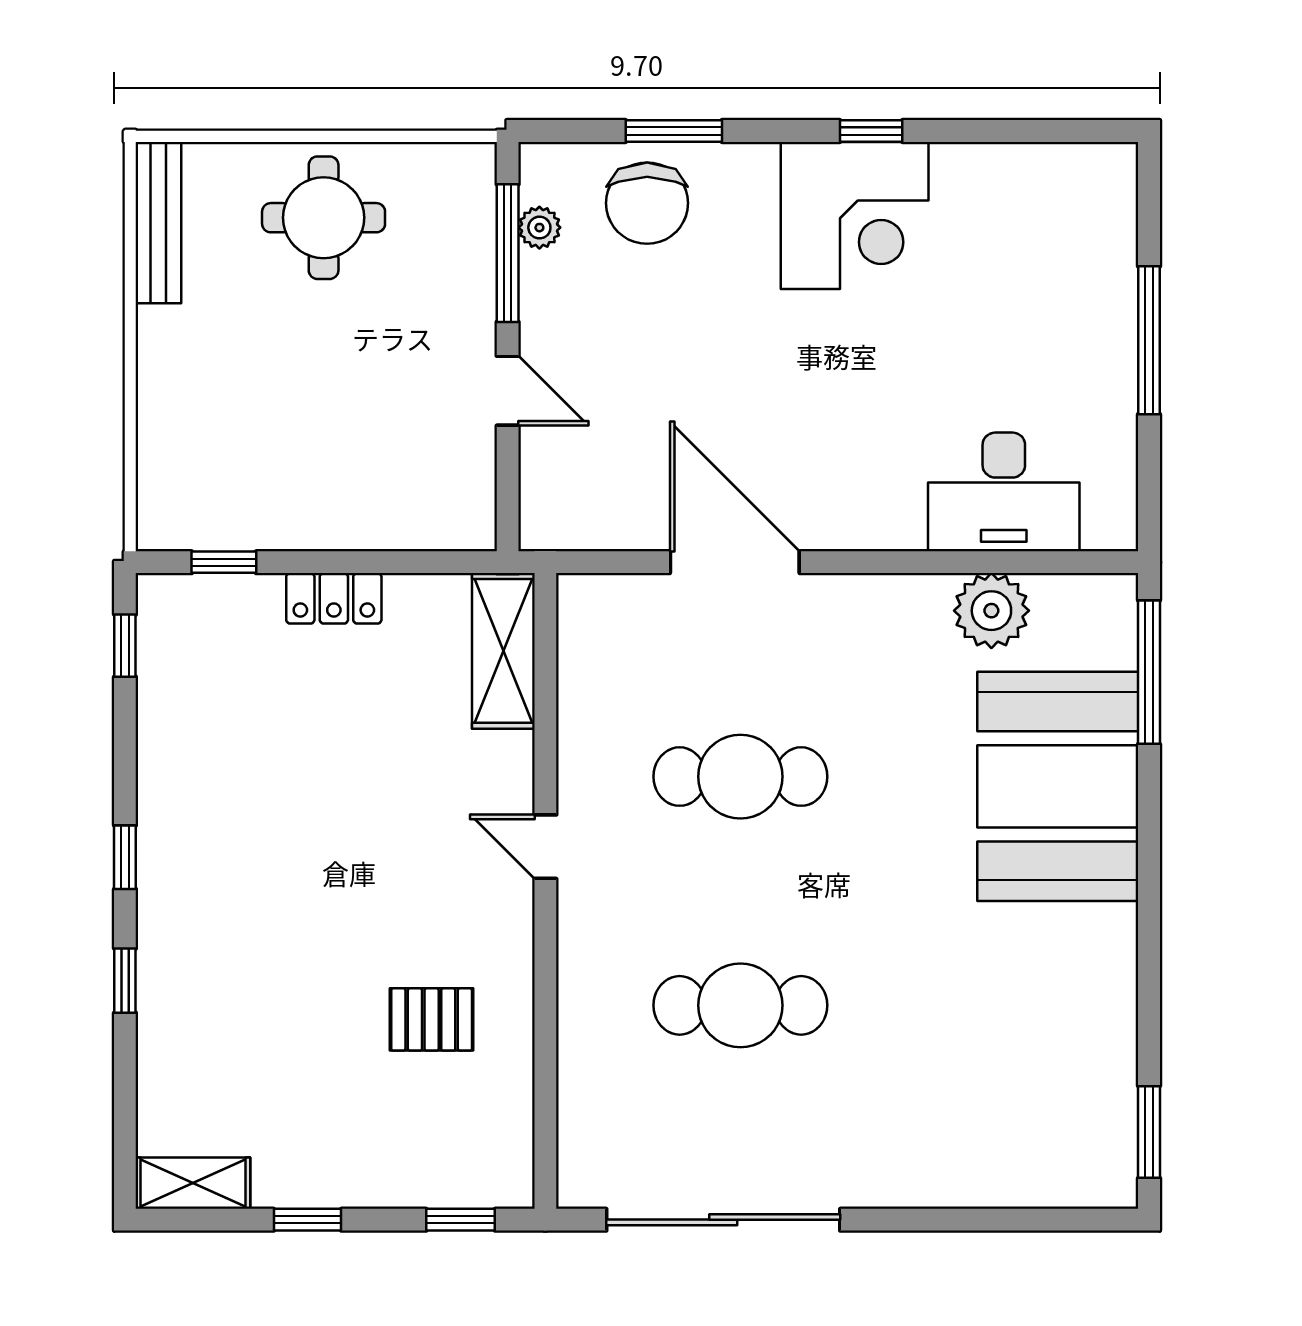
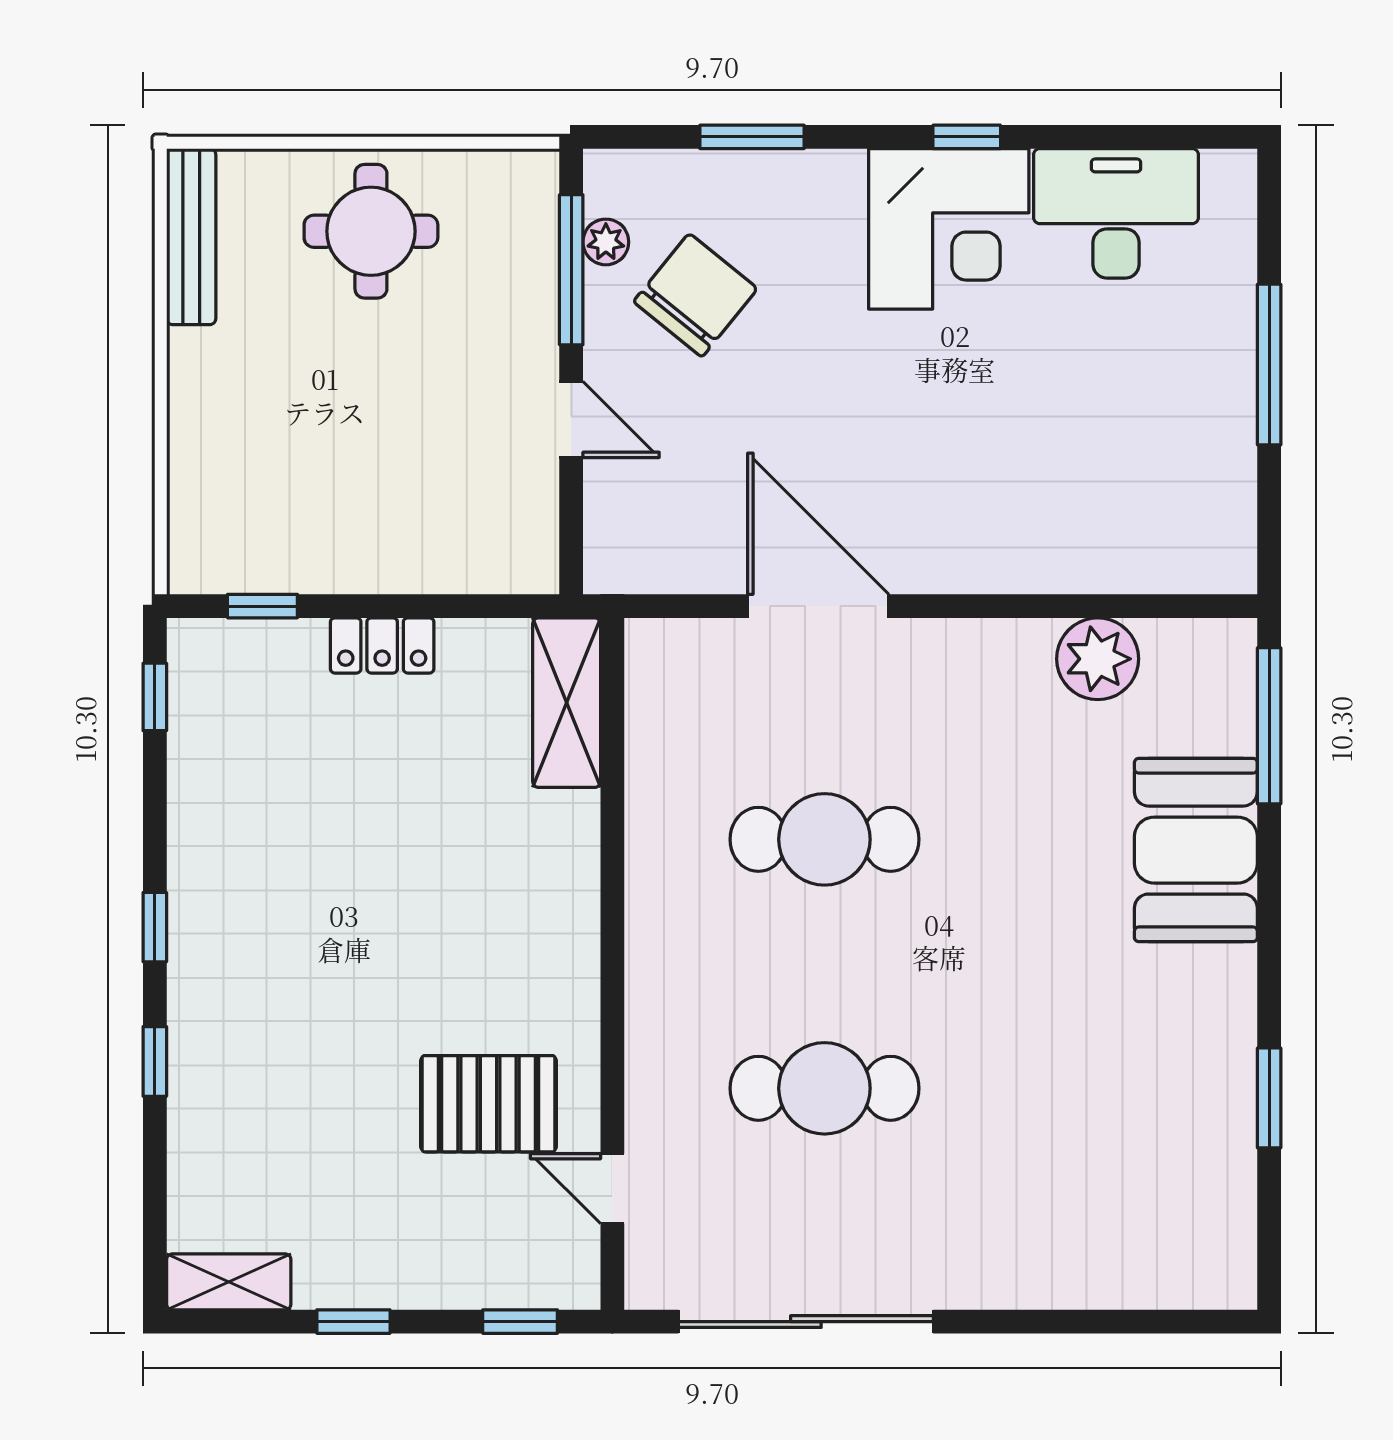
chair: (647, 203) -> (695, 295), moved, turned -141
desk: (1004, 492) -> (1116, 213), moved, turned 180
booth: (1058, 786) -> (1196, 850), width x0.73, depth x0.70
door: (545, 847) -> (612, 1189), moved
pallet: (432, 1019) -> (488, 1104), width x1.50, depth x1.42
window: (1149, 1132) -> (1269, 1098), moved

